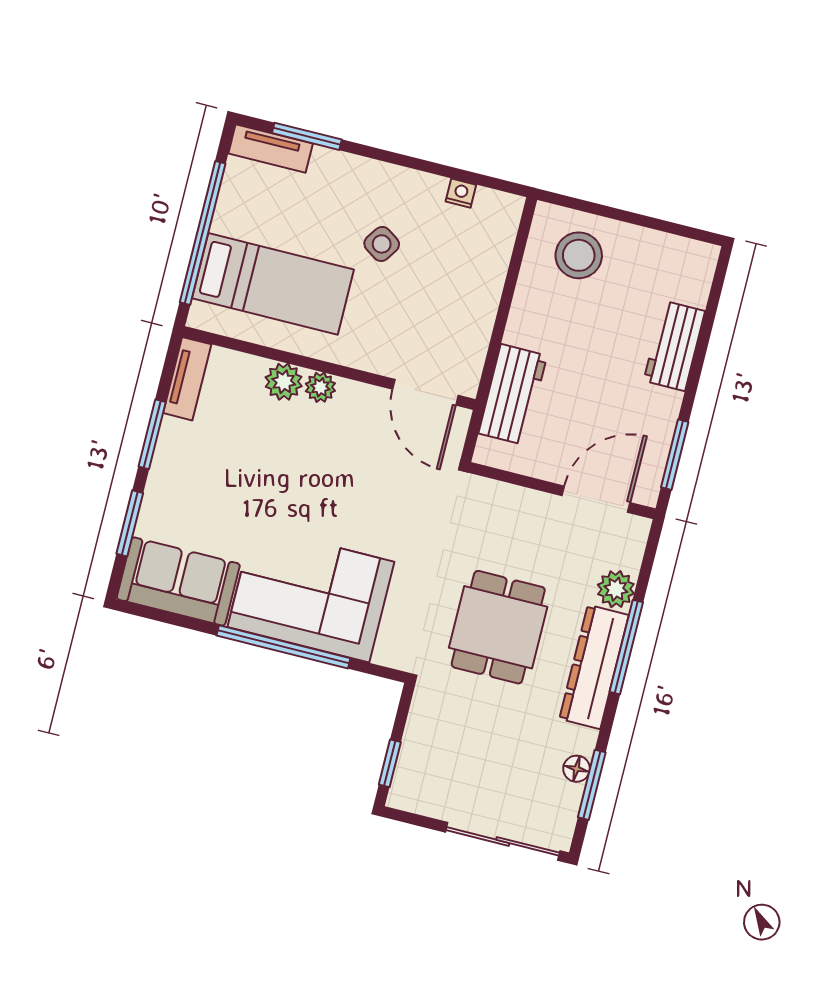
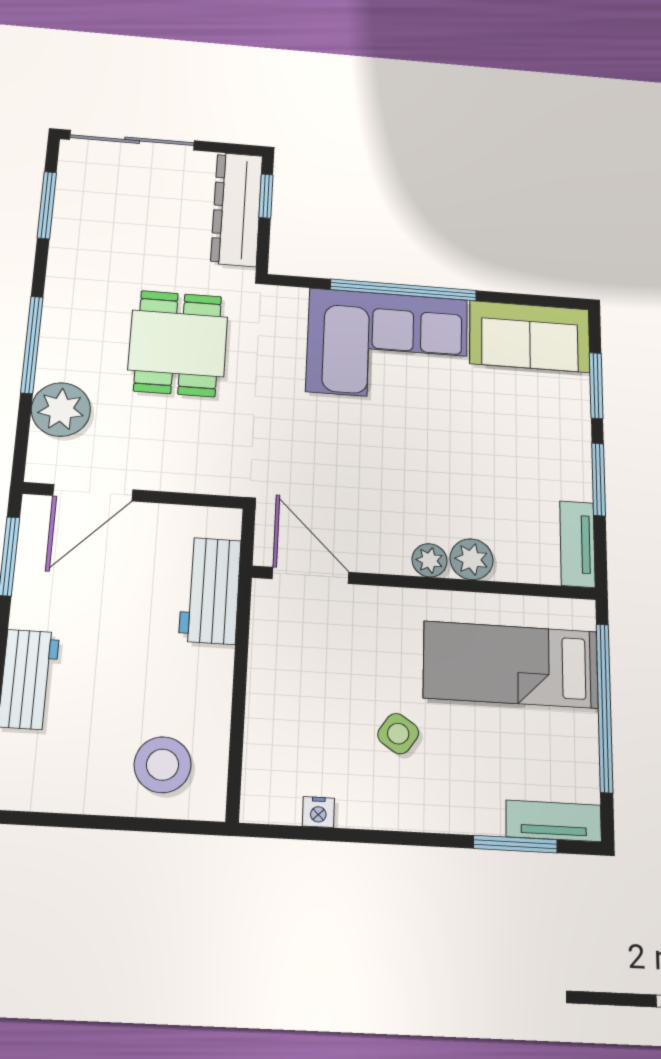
plant: (616, 589) -> (61, 410), width x1.36, depth x1.36
dresser: (594, 667) -> (237, 209), moved, turned 180
floor lamp: (577, 769) -> (66, 218), removed

